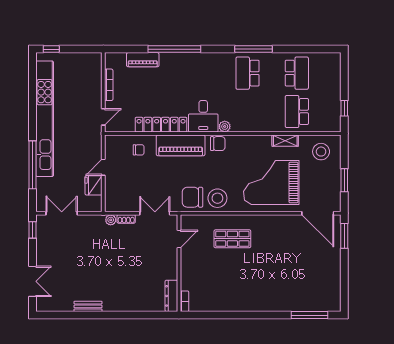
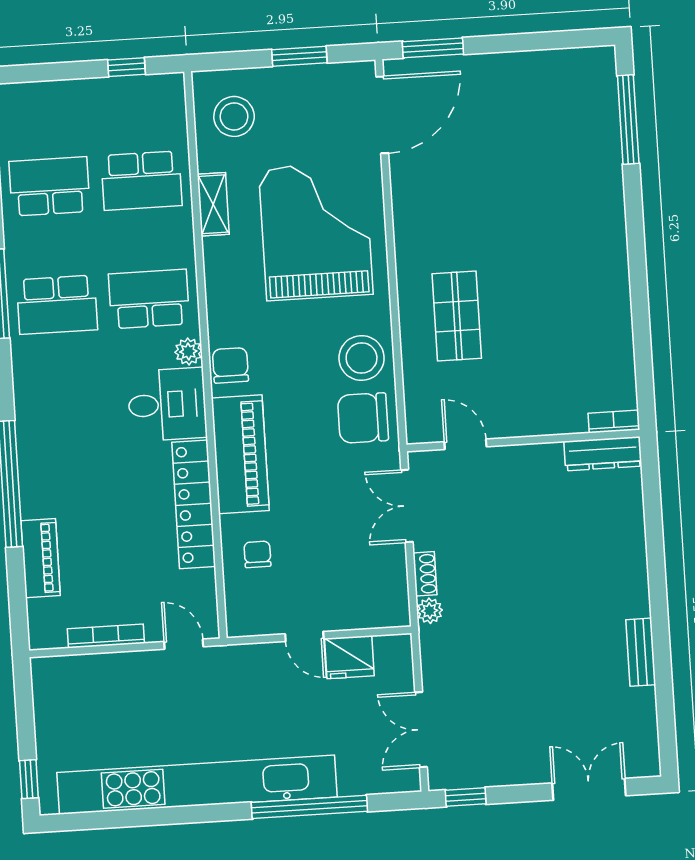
school desk: (247, 111) -> (149, 299), added
grand piano: (271, 183) -> (316, 231), turned 180
chair: (192, 197) -> (363, 418), turned 90

